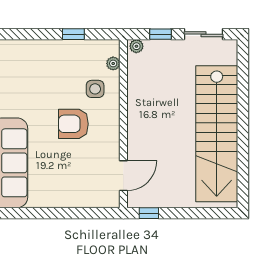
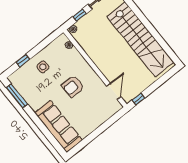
window: (73, 34) -> (23, 61), moved
side table: (95, 89) -> (43, 67), moved

